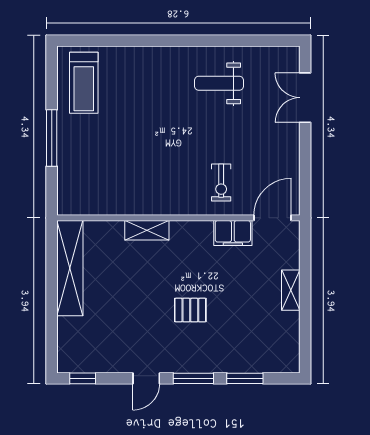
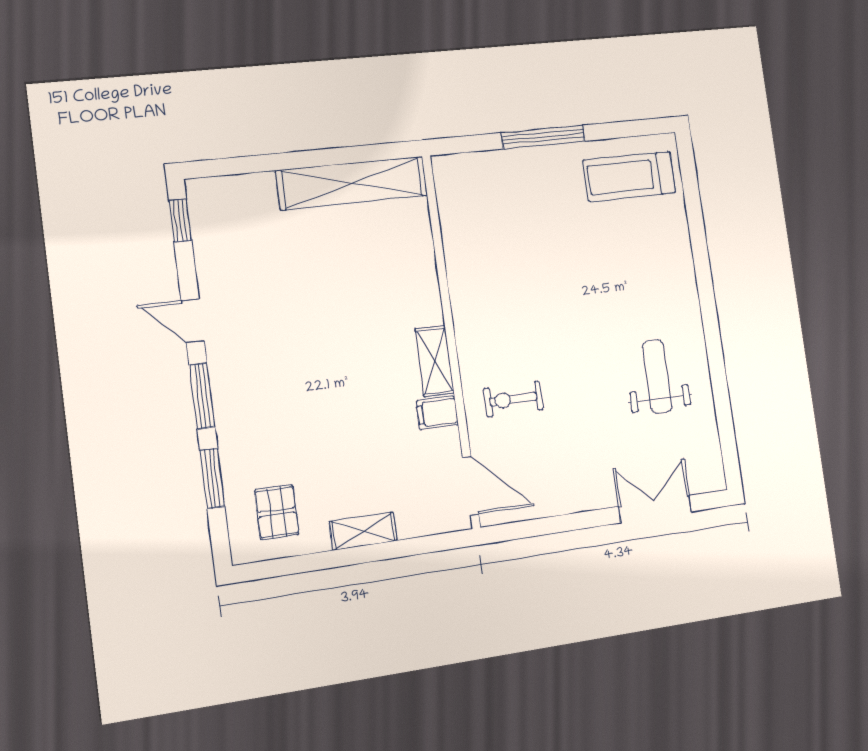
shelving: (147, 230) -> (435, 361), moved
filing cabinet: (233, 233) -> (437, 413), width x0.50
pallet: (190, 310) -> (277, 512), moved

